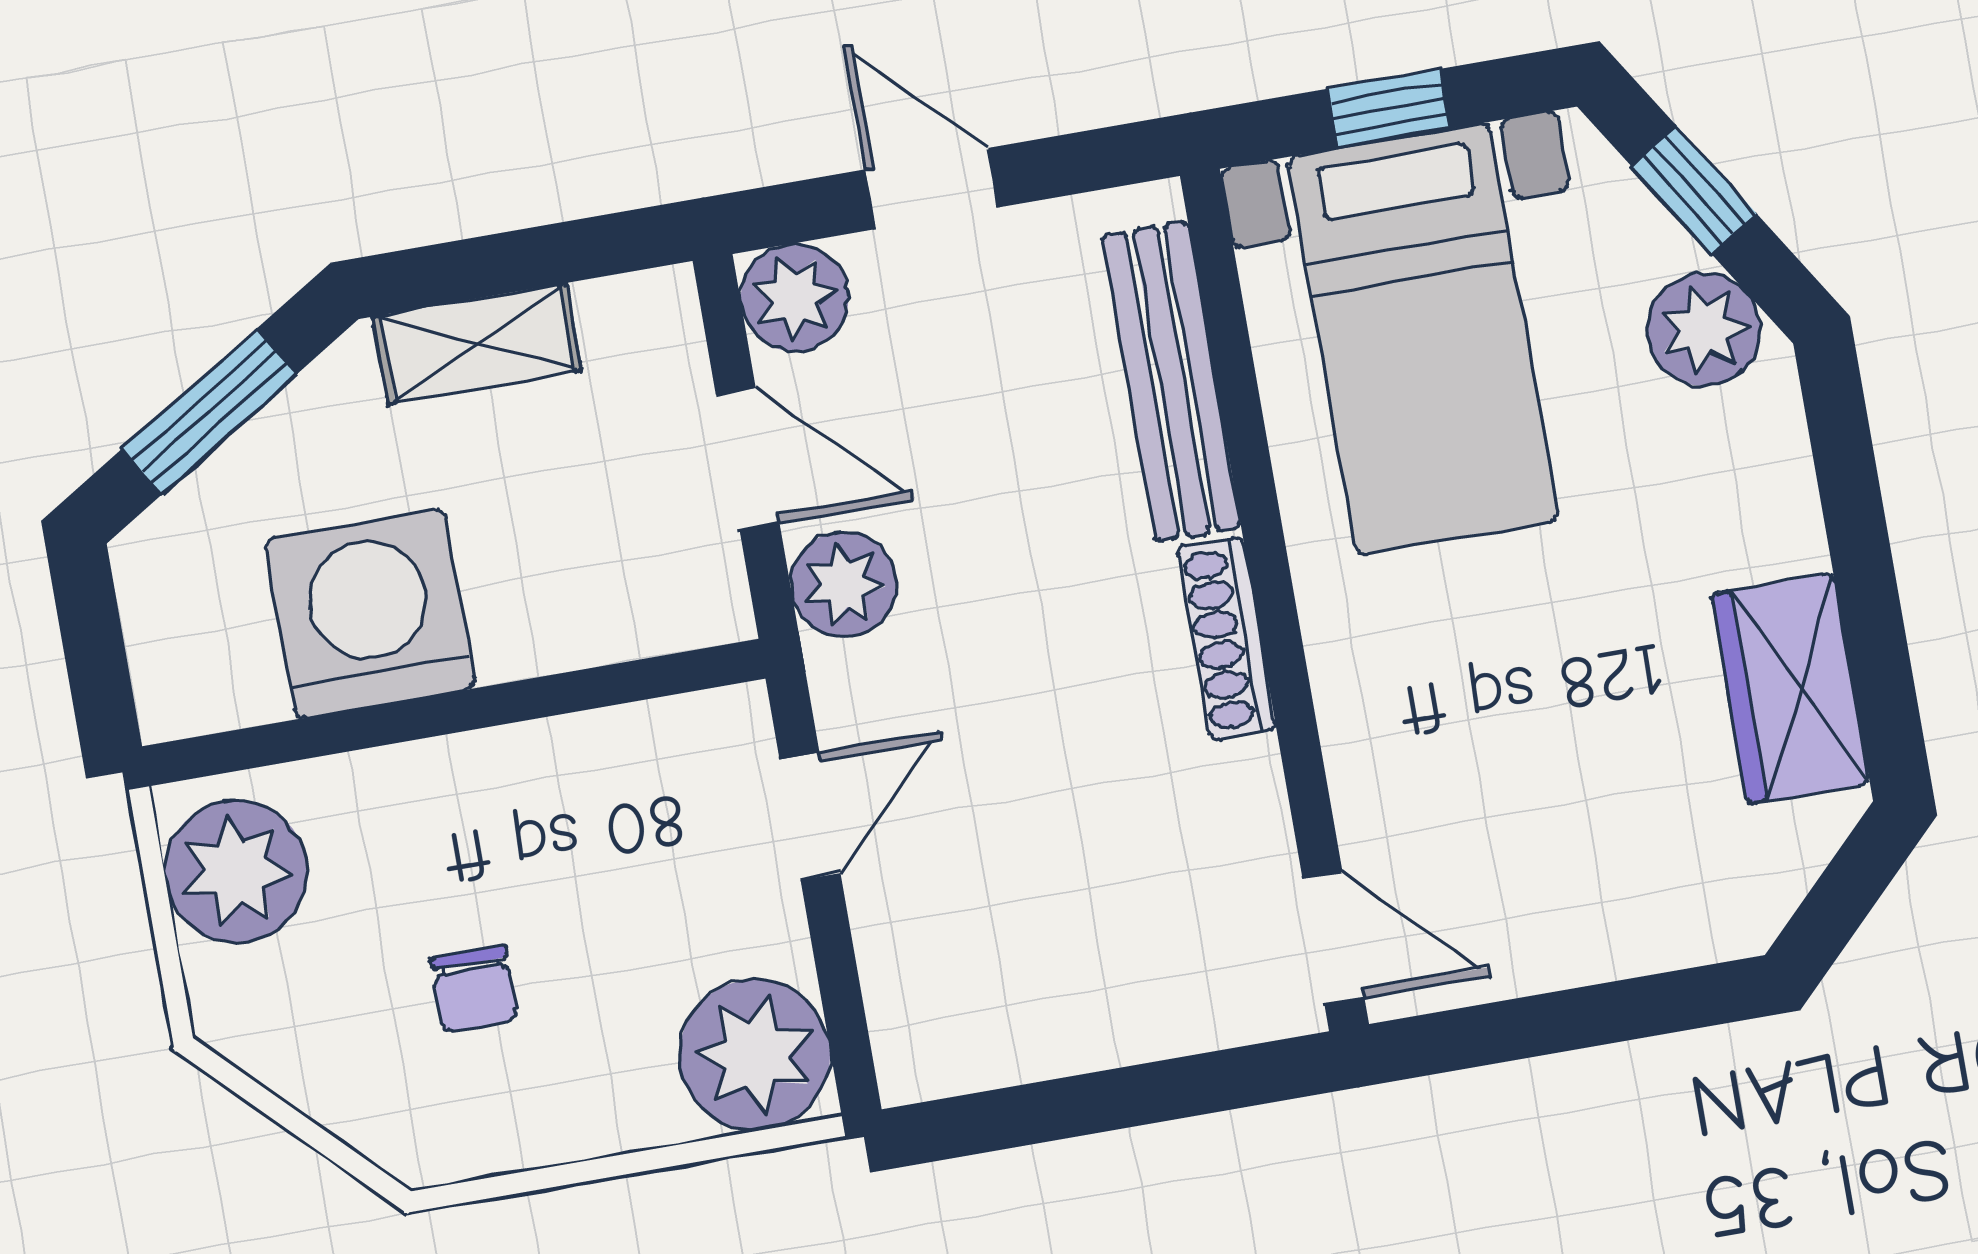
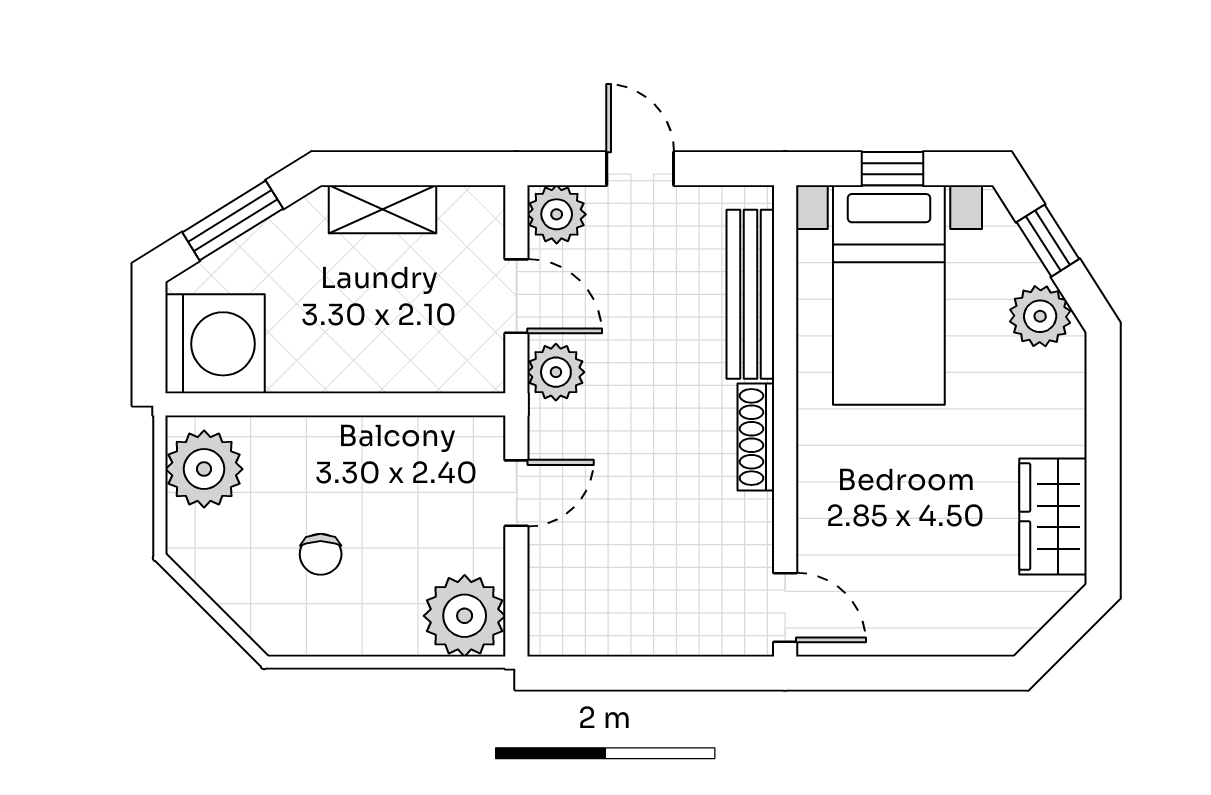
washing machine: (370, 614) -> (215, 344), moved, turned 90

